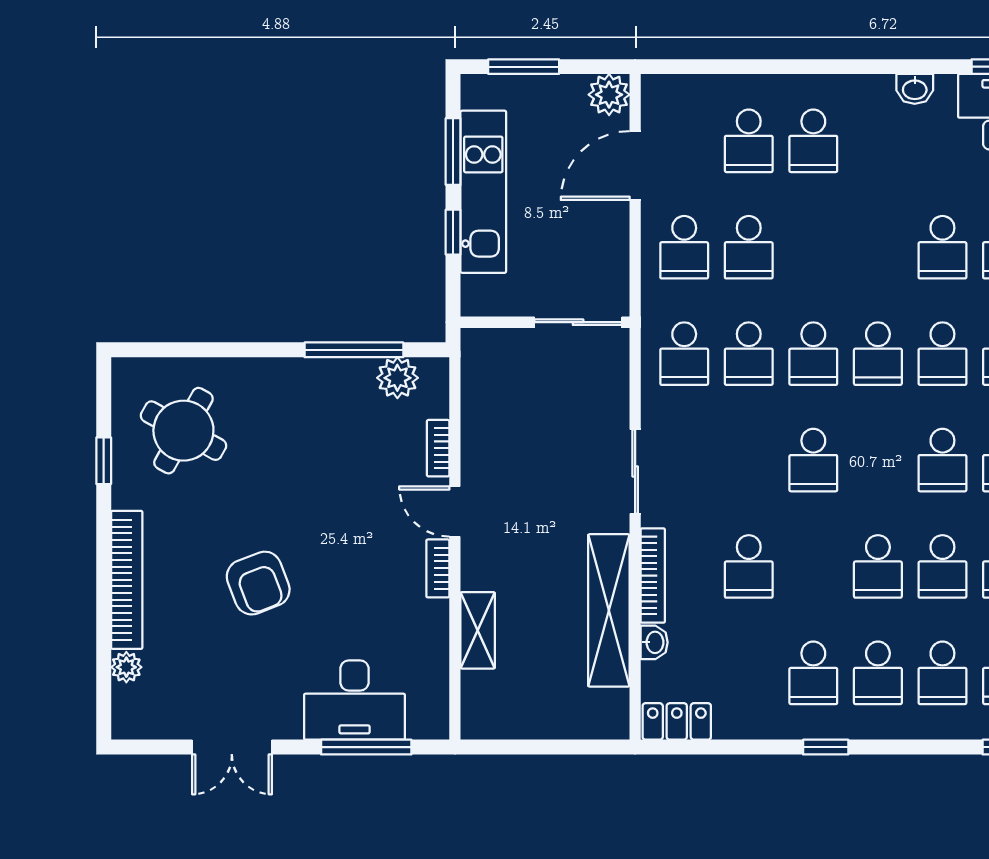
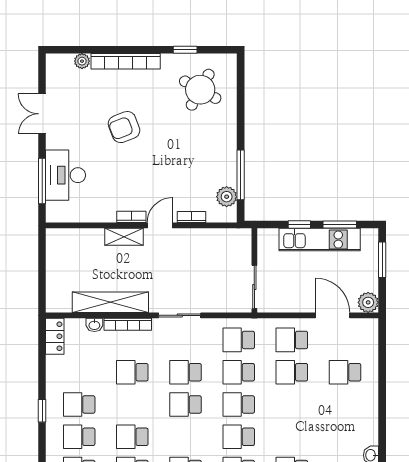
school desk: (813, 141) -> (186, 372), moved
shelving: (478, 630) -> (124, 237), moved

